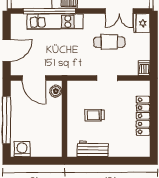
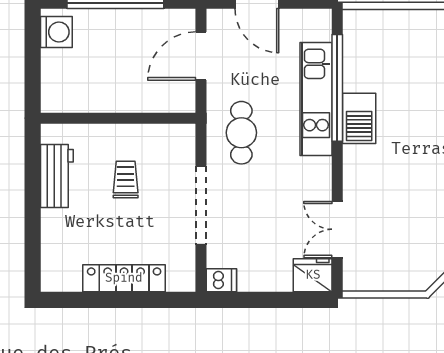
cafe table: (109, 42) -> (241, 133), moved
doorway: (107, 78) -> (201, 205), width x1.87
boiler: (56, 91) -> (174, 101), removed

